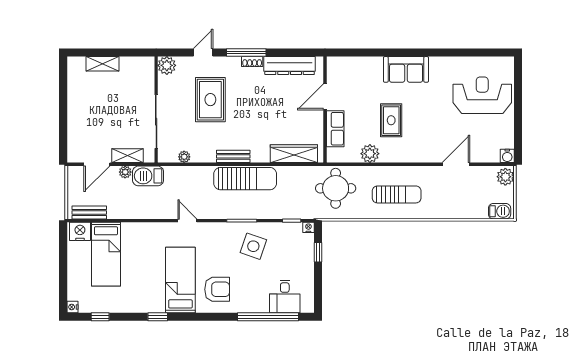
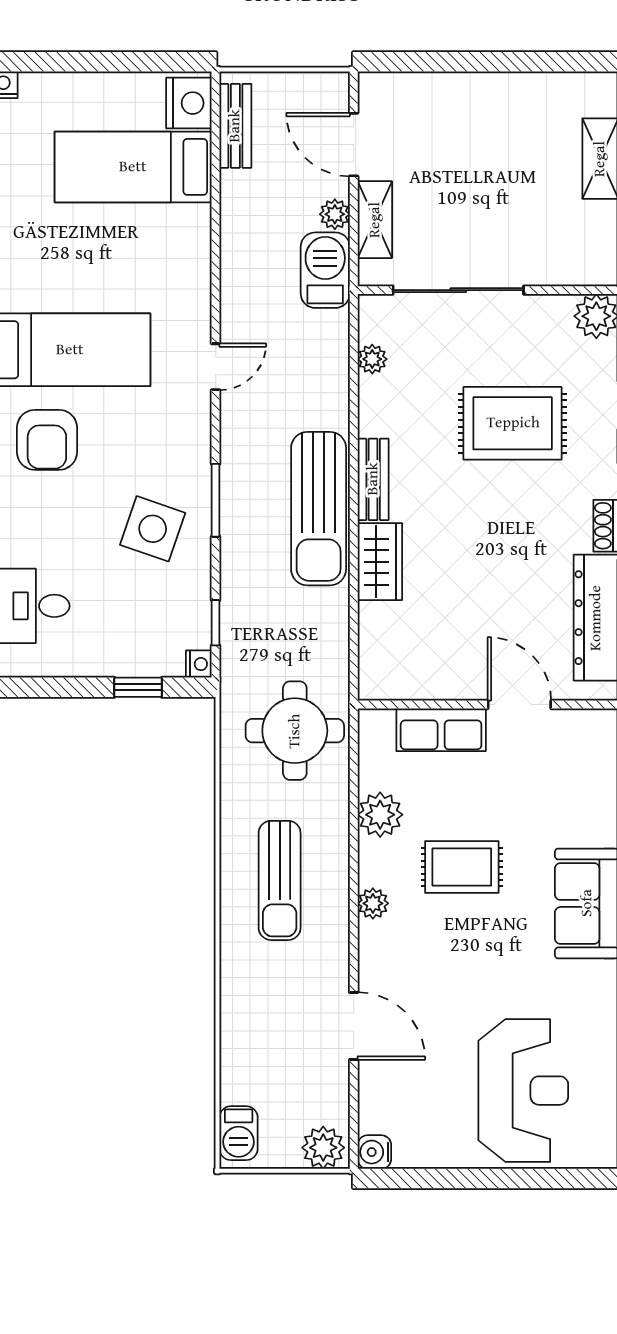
wardrobe: (294, 154) -> (380, 562), moved, width x0.67
plant: (406, 156) -> (373, 903), added

